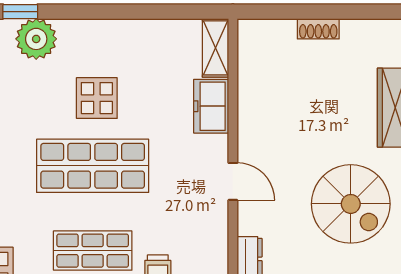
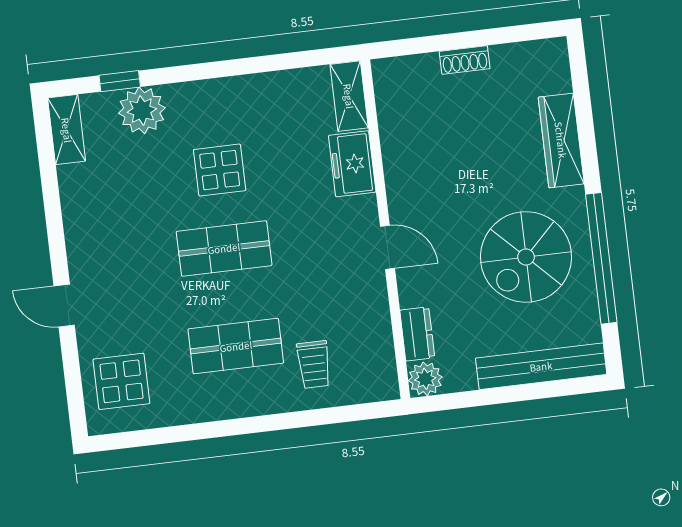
shop shelf: (93, 166) -> (224, 248), width x0.70, depth x0.74
spiral stairs: (351, 204) -> (526, 257), turned 90

